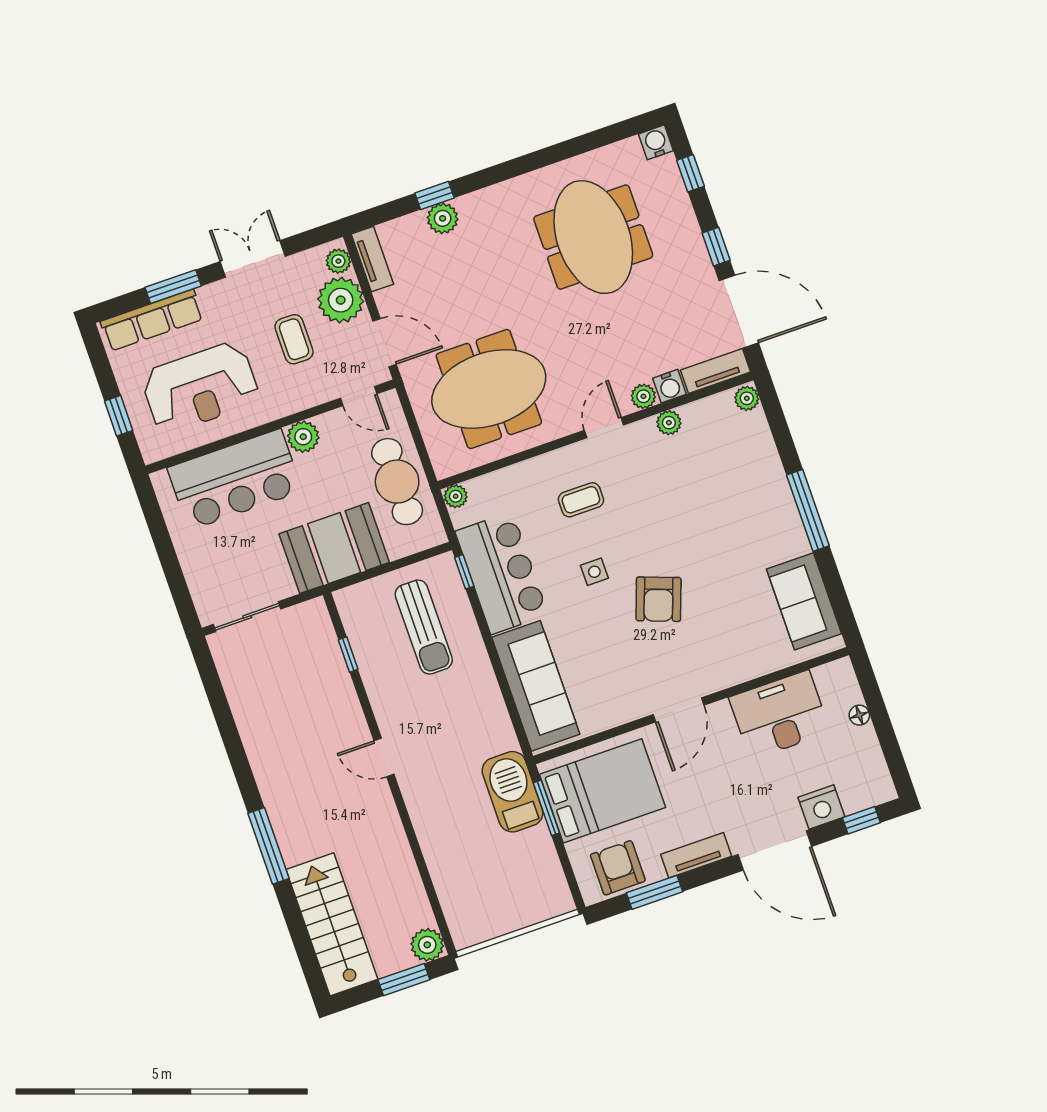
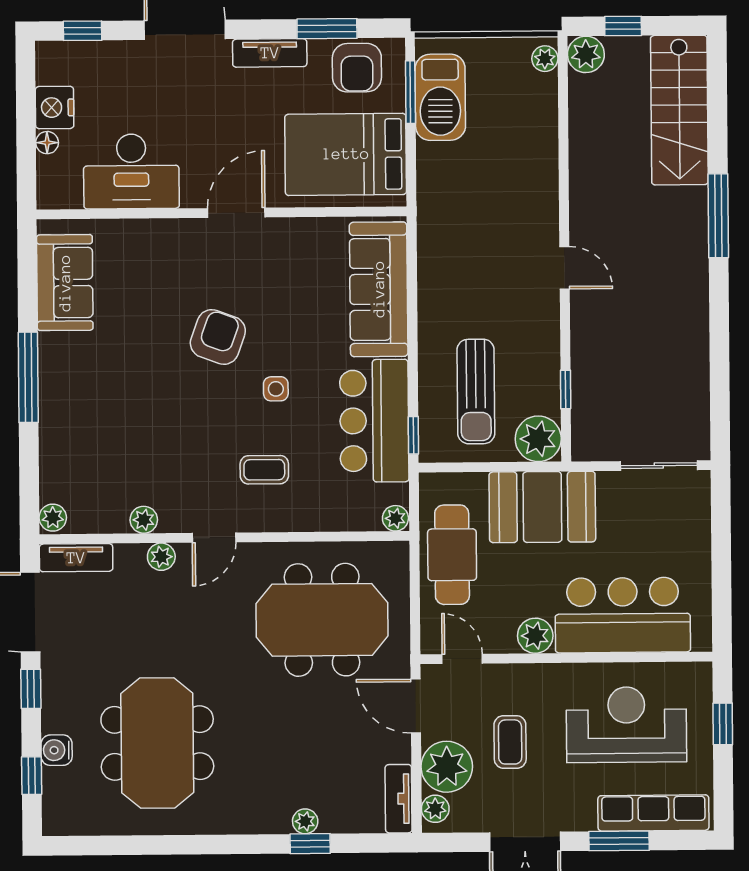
water cooler: (656, 142) -> (57, 750), moved, turned 90
plant: (443, 218) -> (305, 821), width x0.73, depth x0.73
water cooler: (669, 386) -> (130, 558), removed
plant: (357, 605) -> (538, 439), added
sun lounger: (424, 627) -> (476, 391), turned 180
barbecue: (512, 792) -> (440, 97), moved
nightstand: (821, 807) -> (55, 108), moved, turned -90
window: (546, 808) -> (410, 92), moved
plant: (461, 929) -> (545, 59), added
window: (404, 980) -> (623, 26), width x0.67

